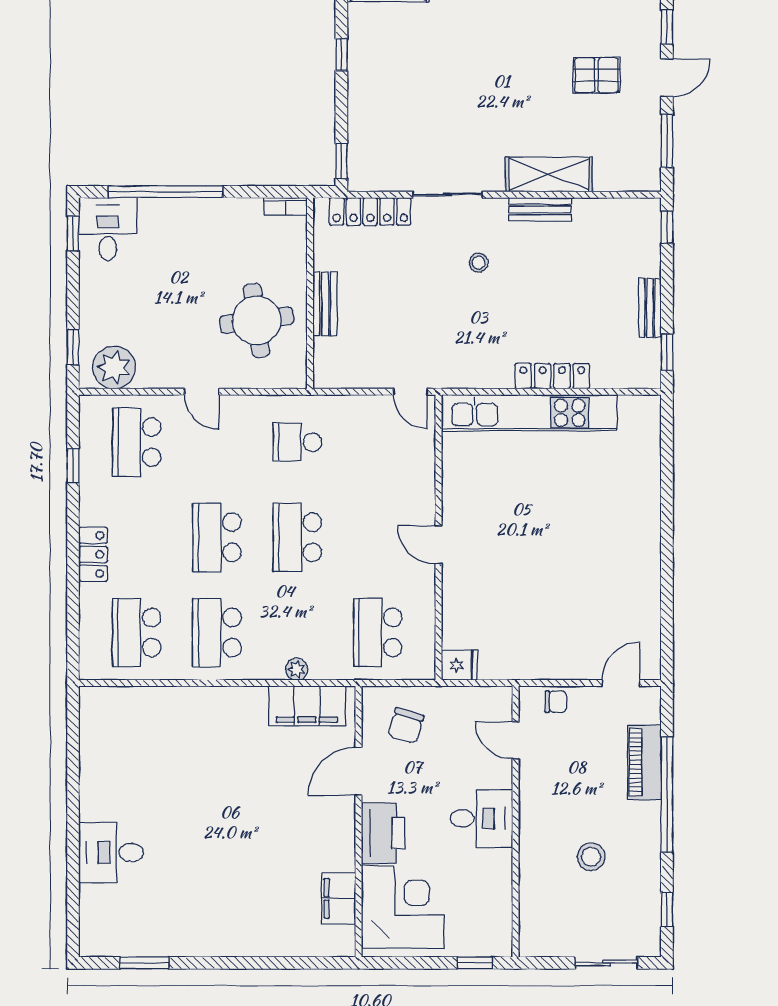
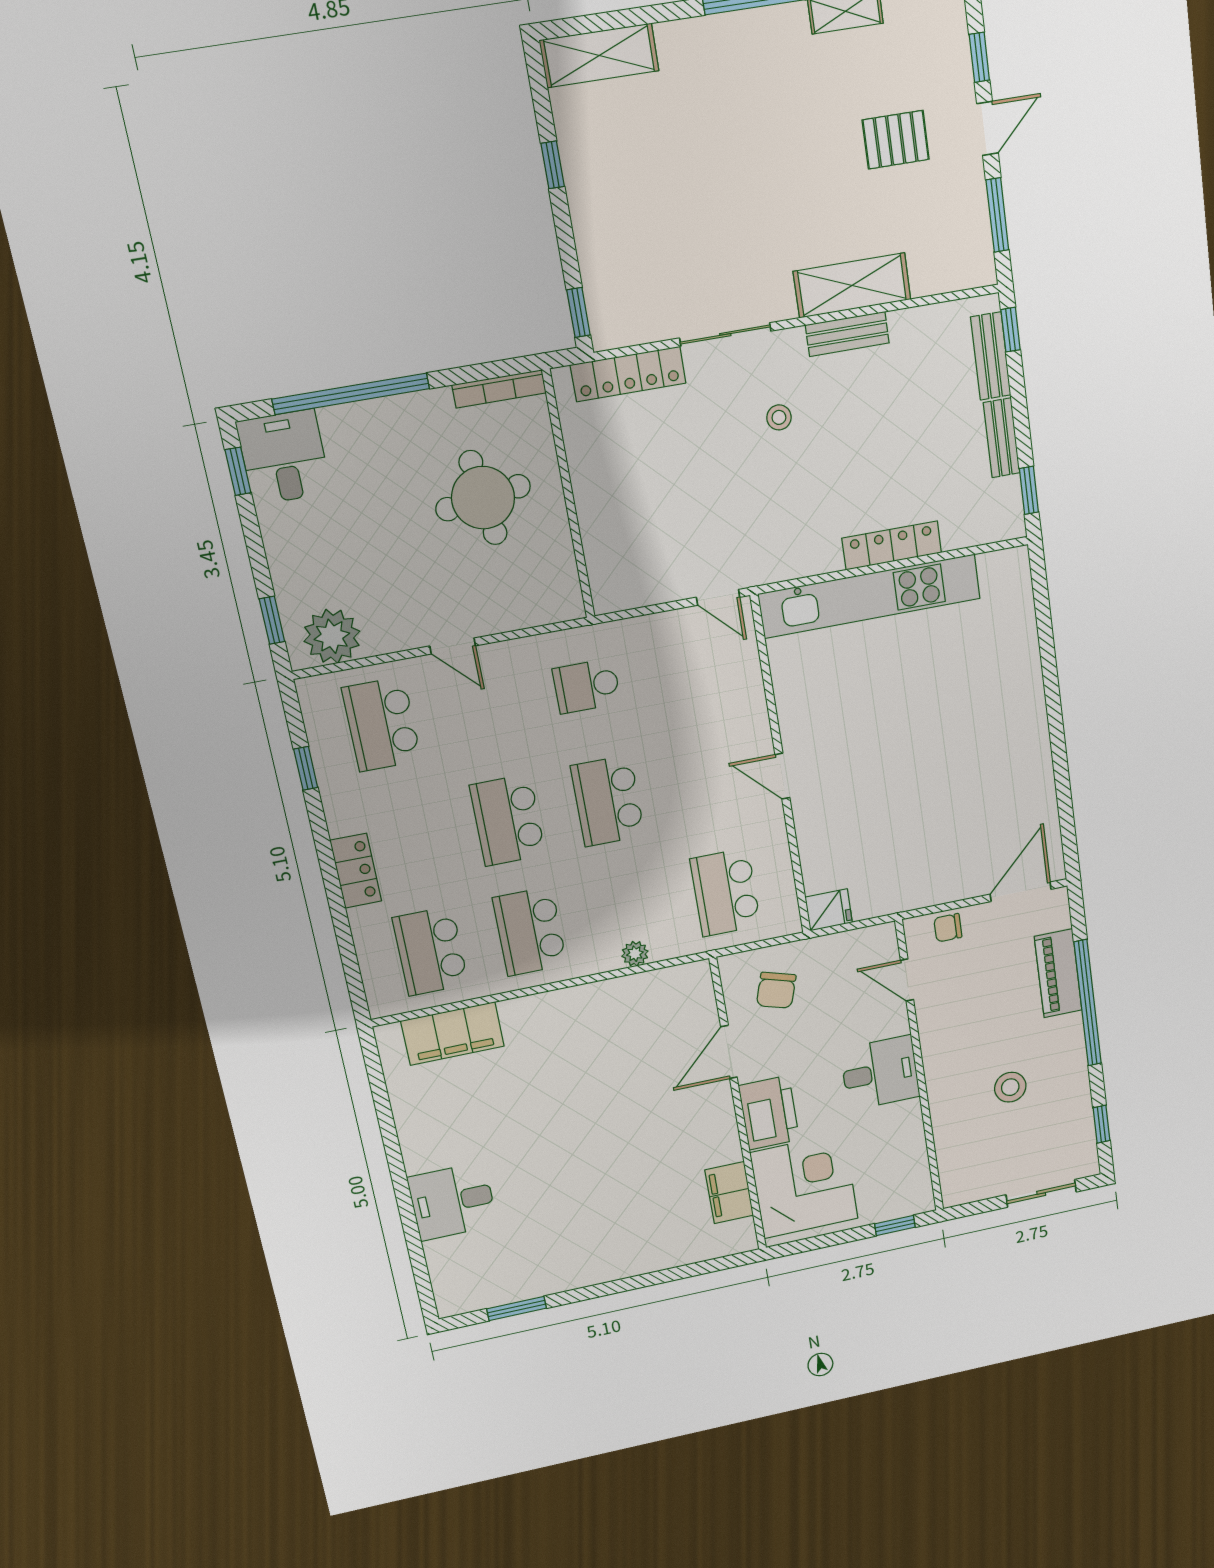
bookcase: (285, 206) -> (499, 389), width x1.56
bench: (325, 304) -> (991, 356), moved
round table: (257, 320) -> (483, 498), moved
door: (621, 683) -> (1021, 892), width x1.37
chair: (556, 702) -> (948, 928), turned 180
filing cabinet: (307, 706) -> (453, 1034), moved

